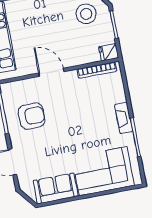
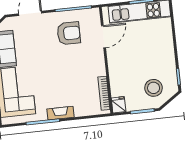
door: (51, 72) -> (104, 37), moved
armchair: (32, 116) -> (69, 33), turned -90

